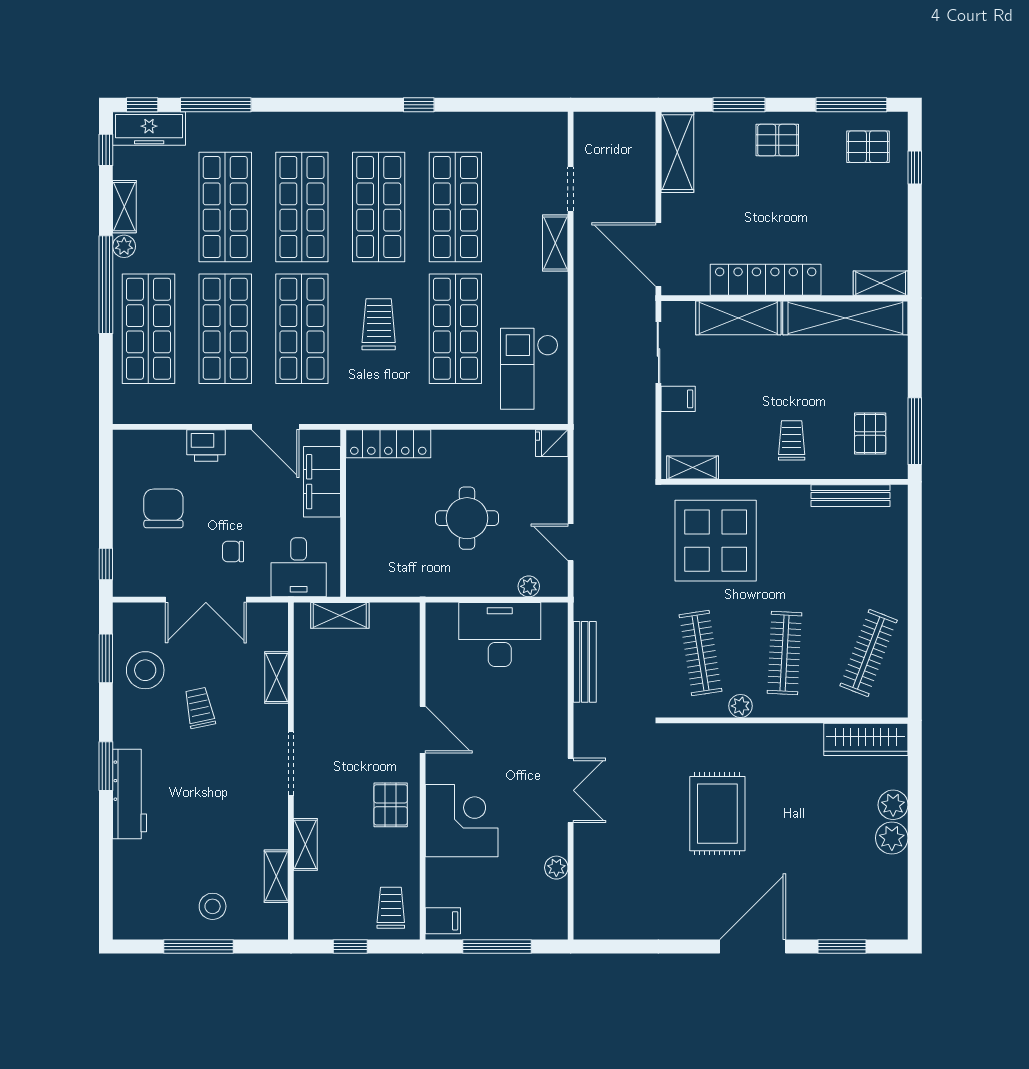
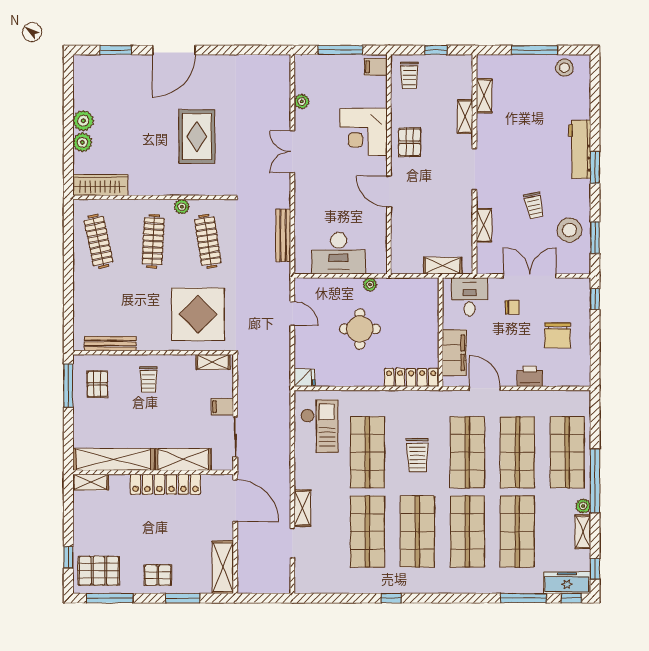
pallet: (868, 147) -> (99, 571), width x1.50, depth x1.42
plant: (529, 586) -> (370, 285), moved
clothes rail: (869, 653) -> (98, 241), turned -33
stool: (213, 906) -> (564, 68), moved

